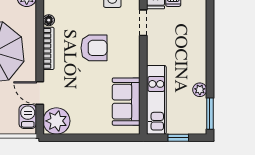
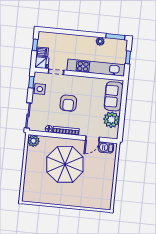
armchair: (94, 48) -> (68, 103), turned 180
kitchen unit: (156, 100) -> (96, 68), width x1.36
sofa: (126, 102) -> (114, 96), moved, turned 90
plant: (56, 121) -> (111, 120), moved

